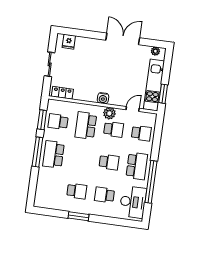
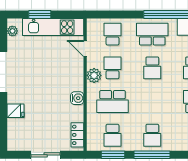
fridge: (69, 42) -> (15, 111), moved
window: (163, 94) -> (40, 15), moved
water cooler: (103, 98) -> (77, 98), moved
school desk: (54, 154) -> (152, 135), width x0.54
school desk: (109, 162) -> (152, 68), turned 180

